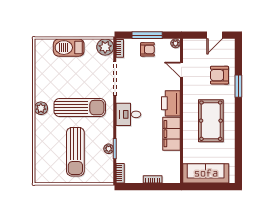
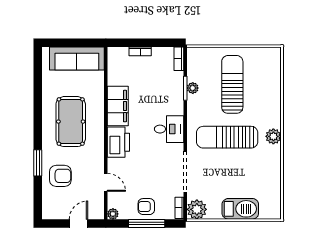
door: (215, 35) -> (78, 223), moved

